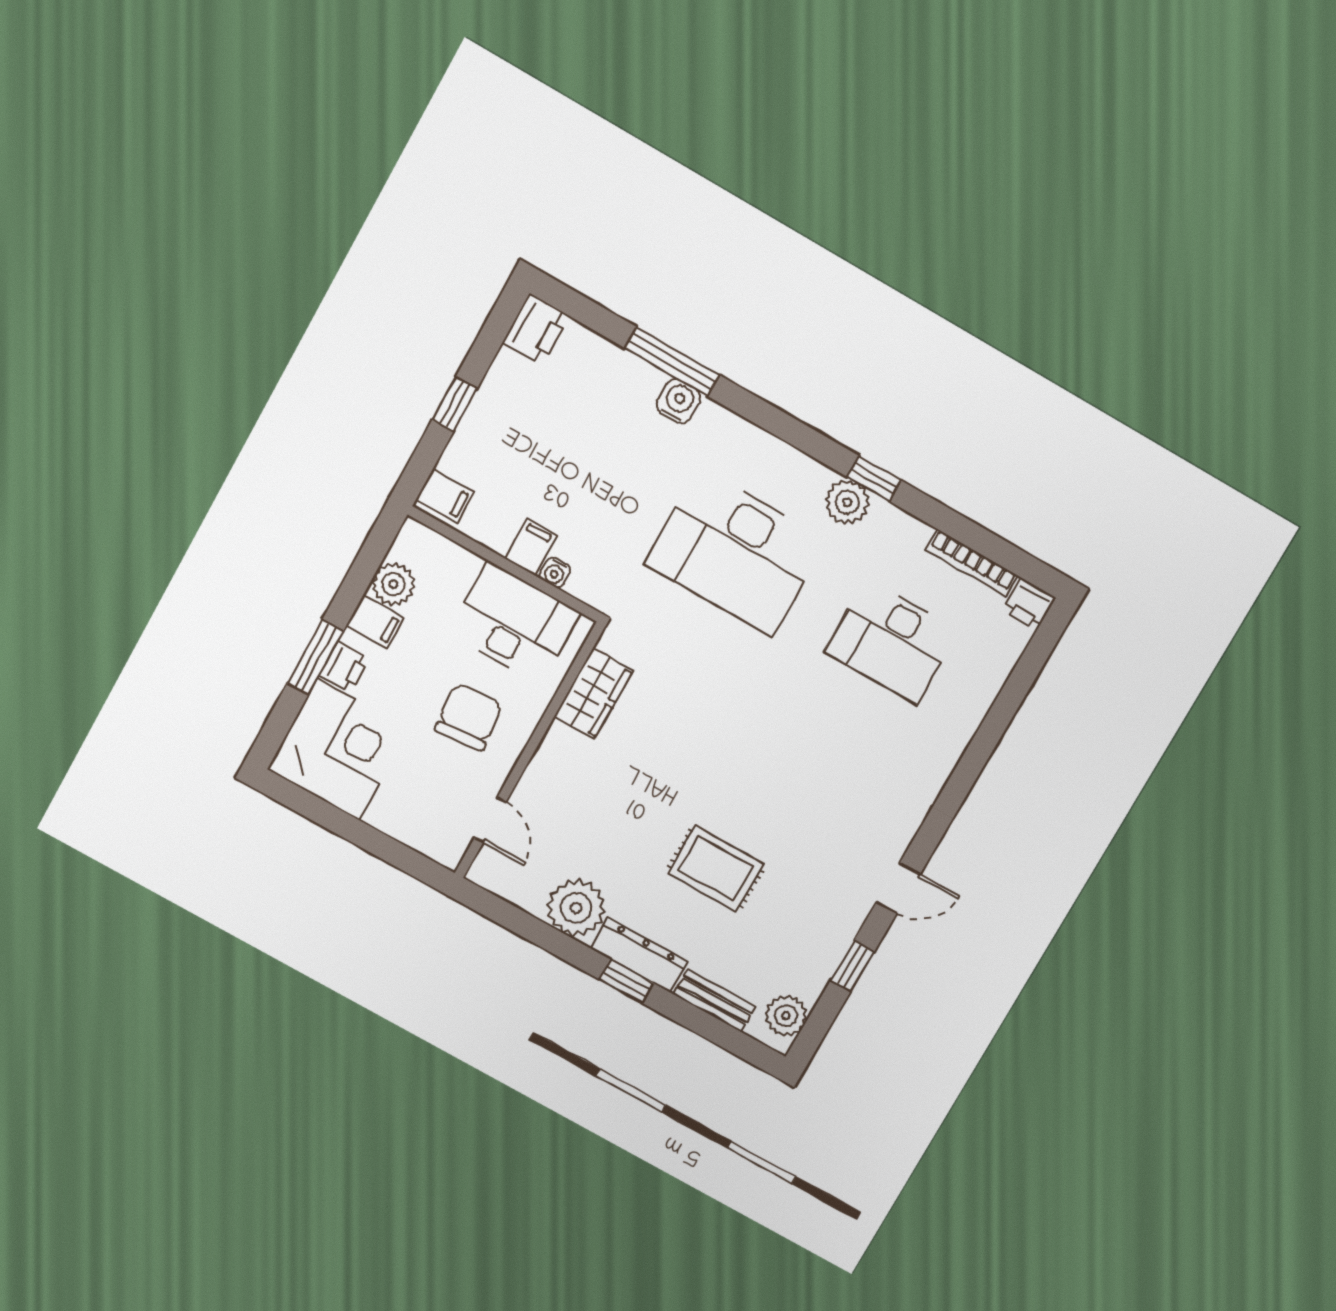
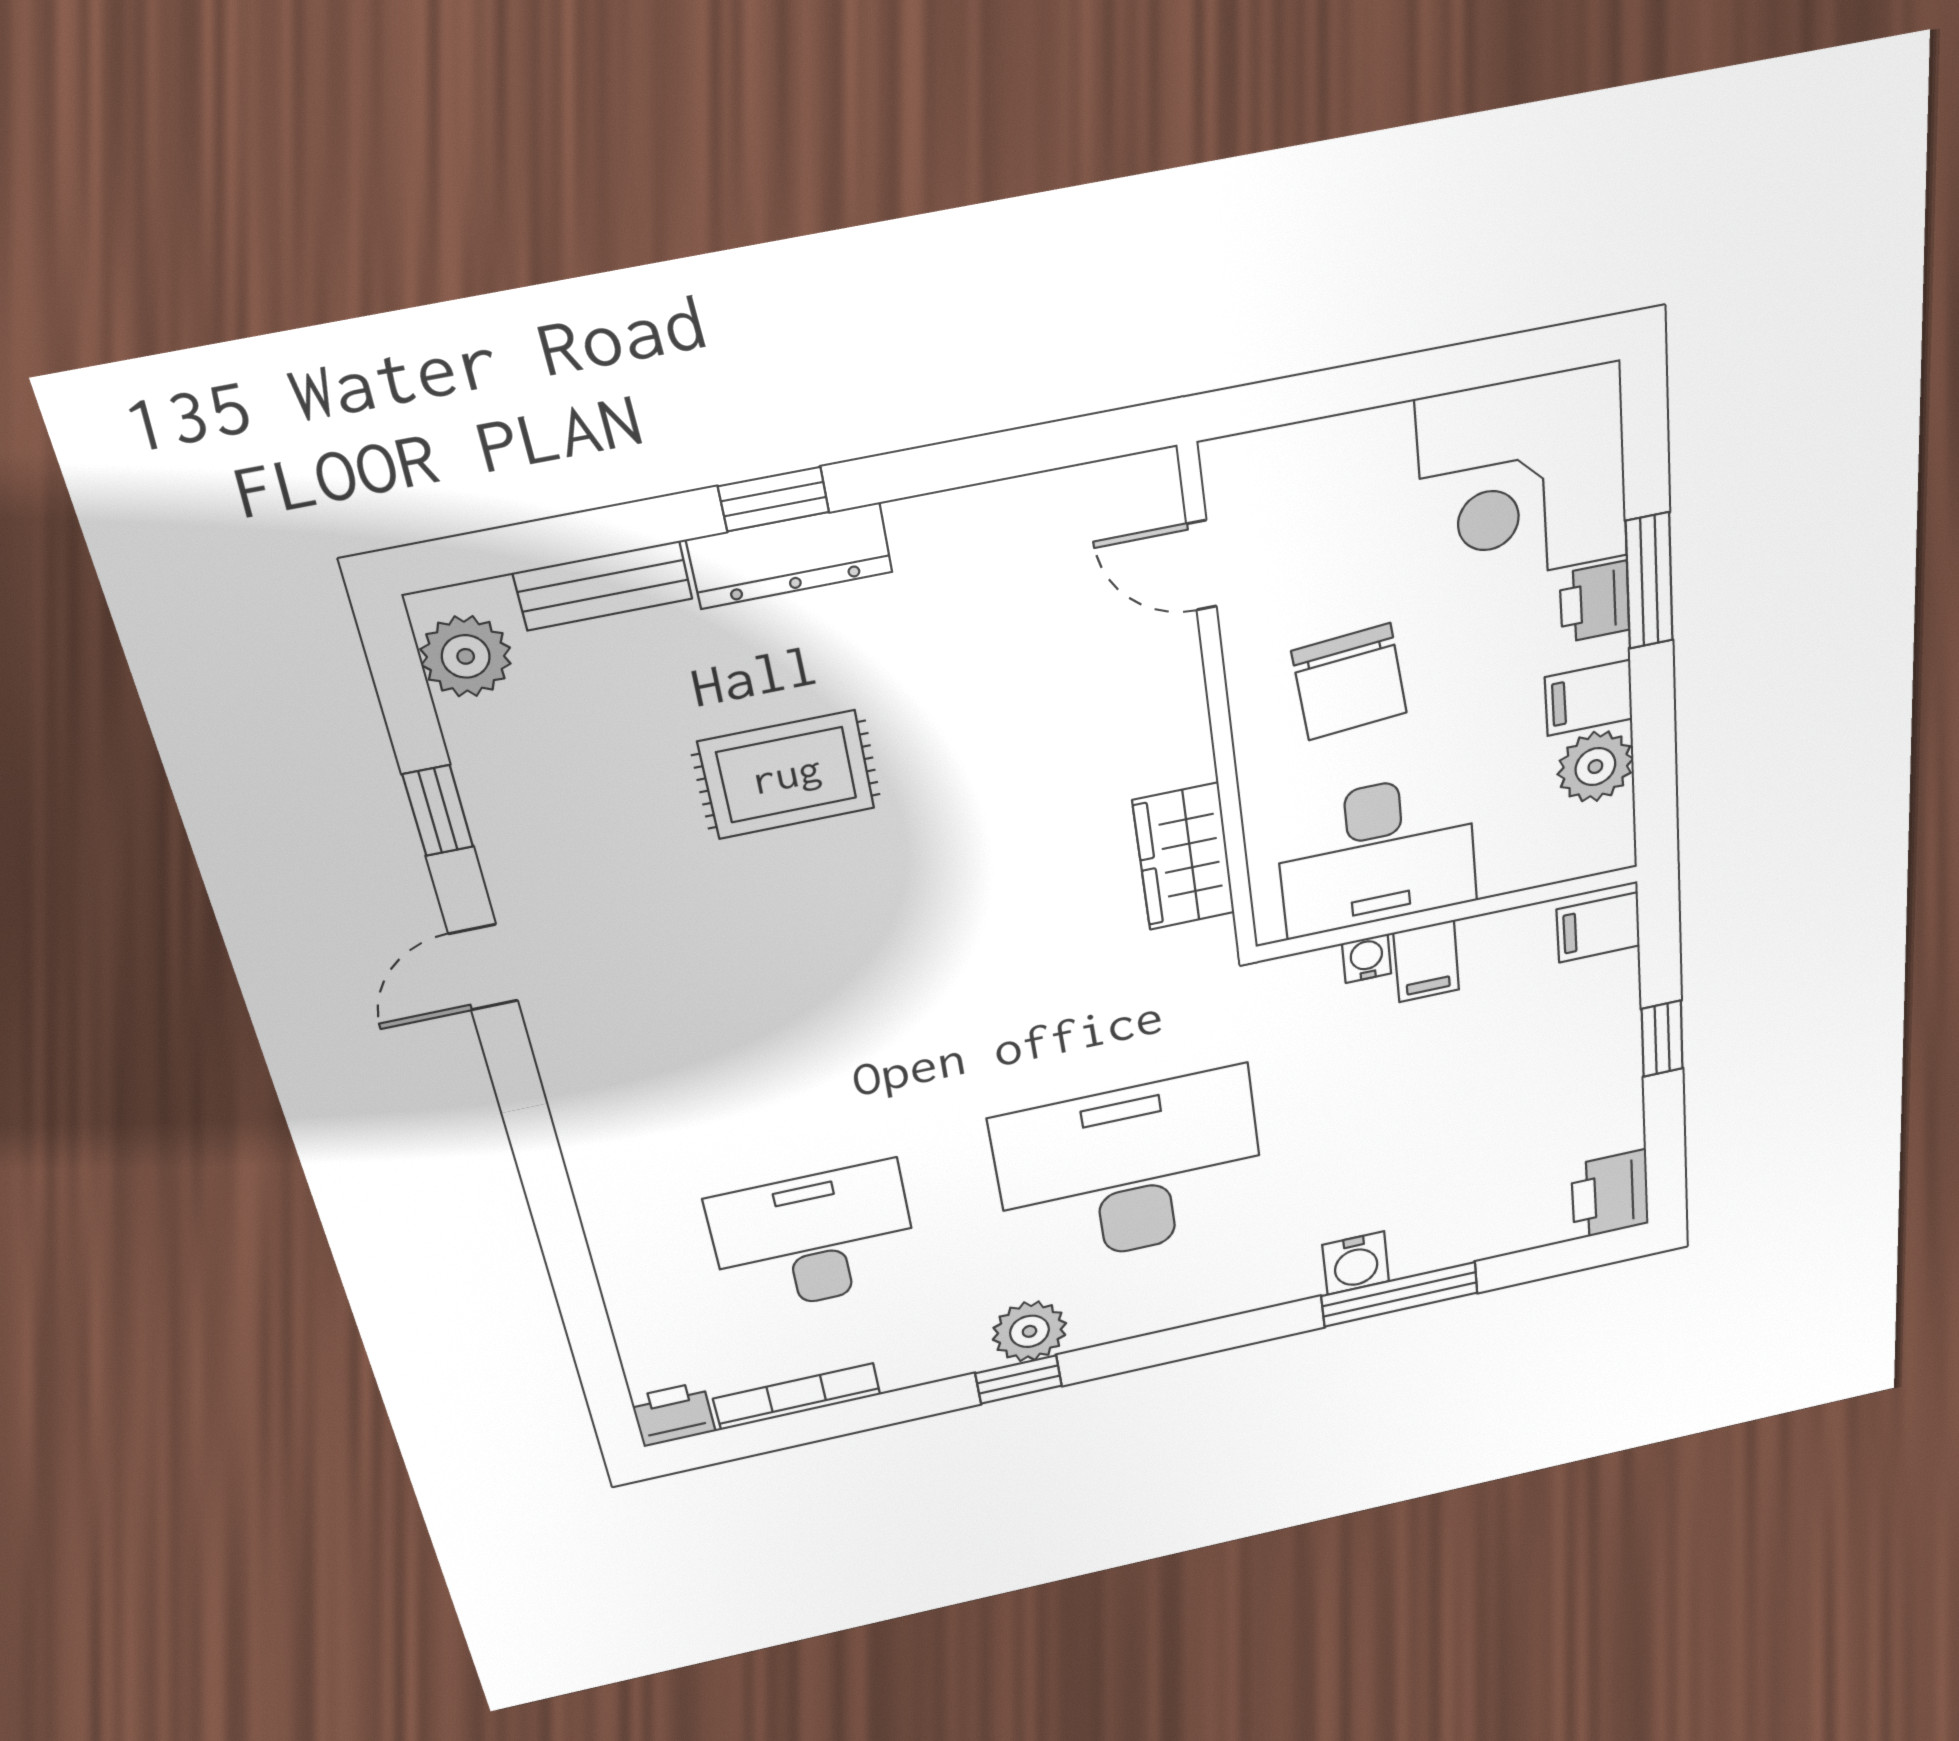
plant: (576, 908) -> (955, 545), removed

